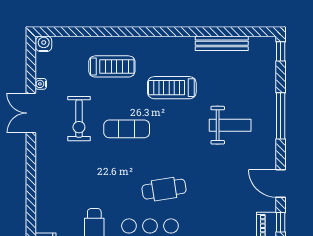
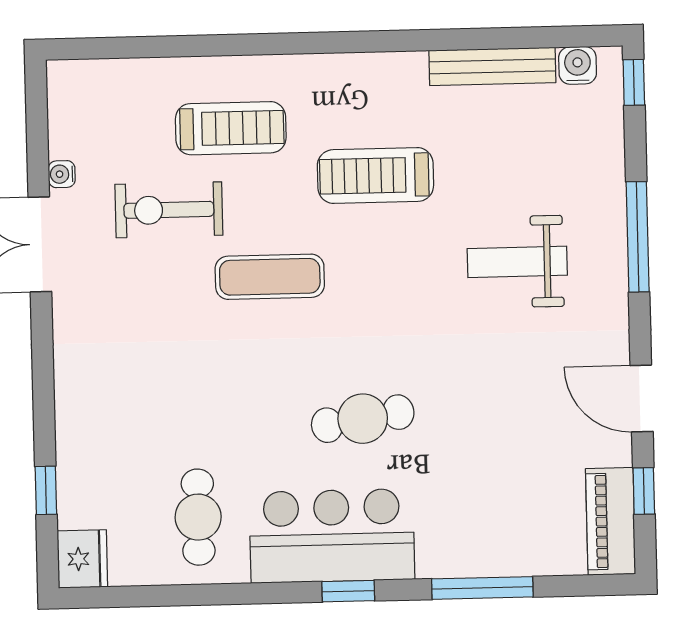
water cooler: (44, 44) -> (578, 65), moved
exercise bike: (79, 119) -> (169, 210), moved, turned 90
weight bench: (230, 125) -> (517, 262), turned 180
window: (31, 216) -> (46, 490), added

